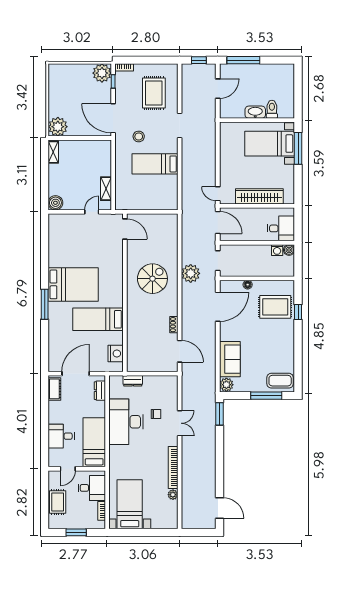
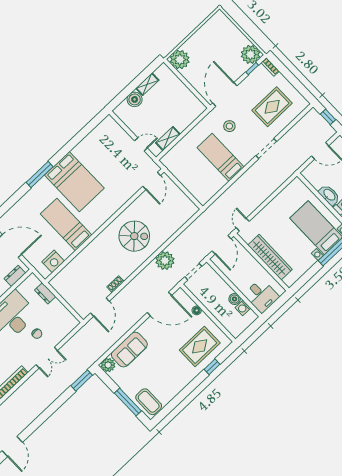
shelving: (53, 152) -> (147, 84), moved
boiler: (55, 203) -> (135, 99), moved
boiler: (289, 250) -> (235, 299), moved
rug: (275, 307) -> (200, 346), turned 90

